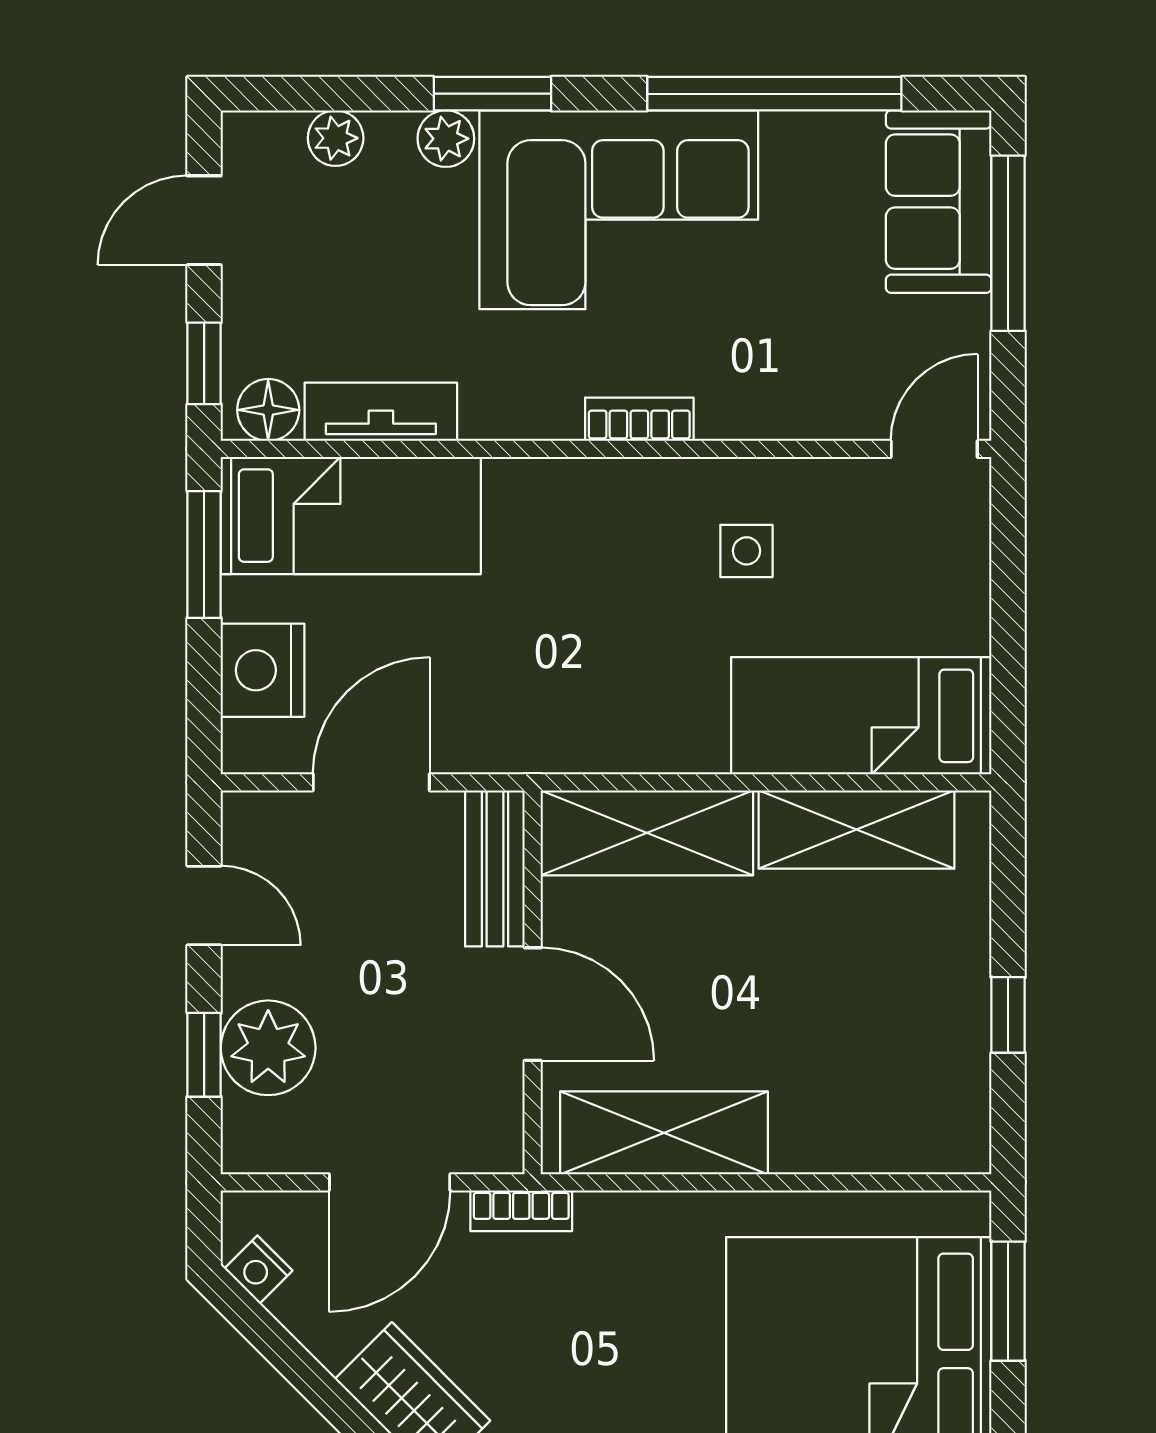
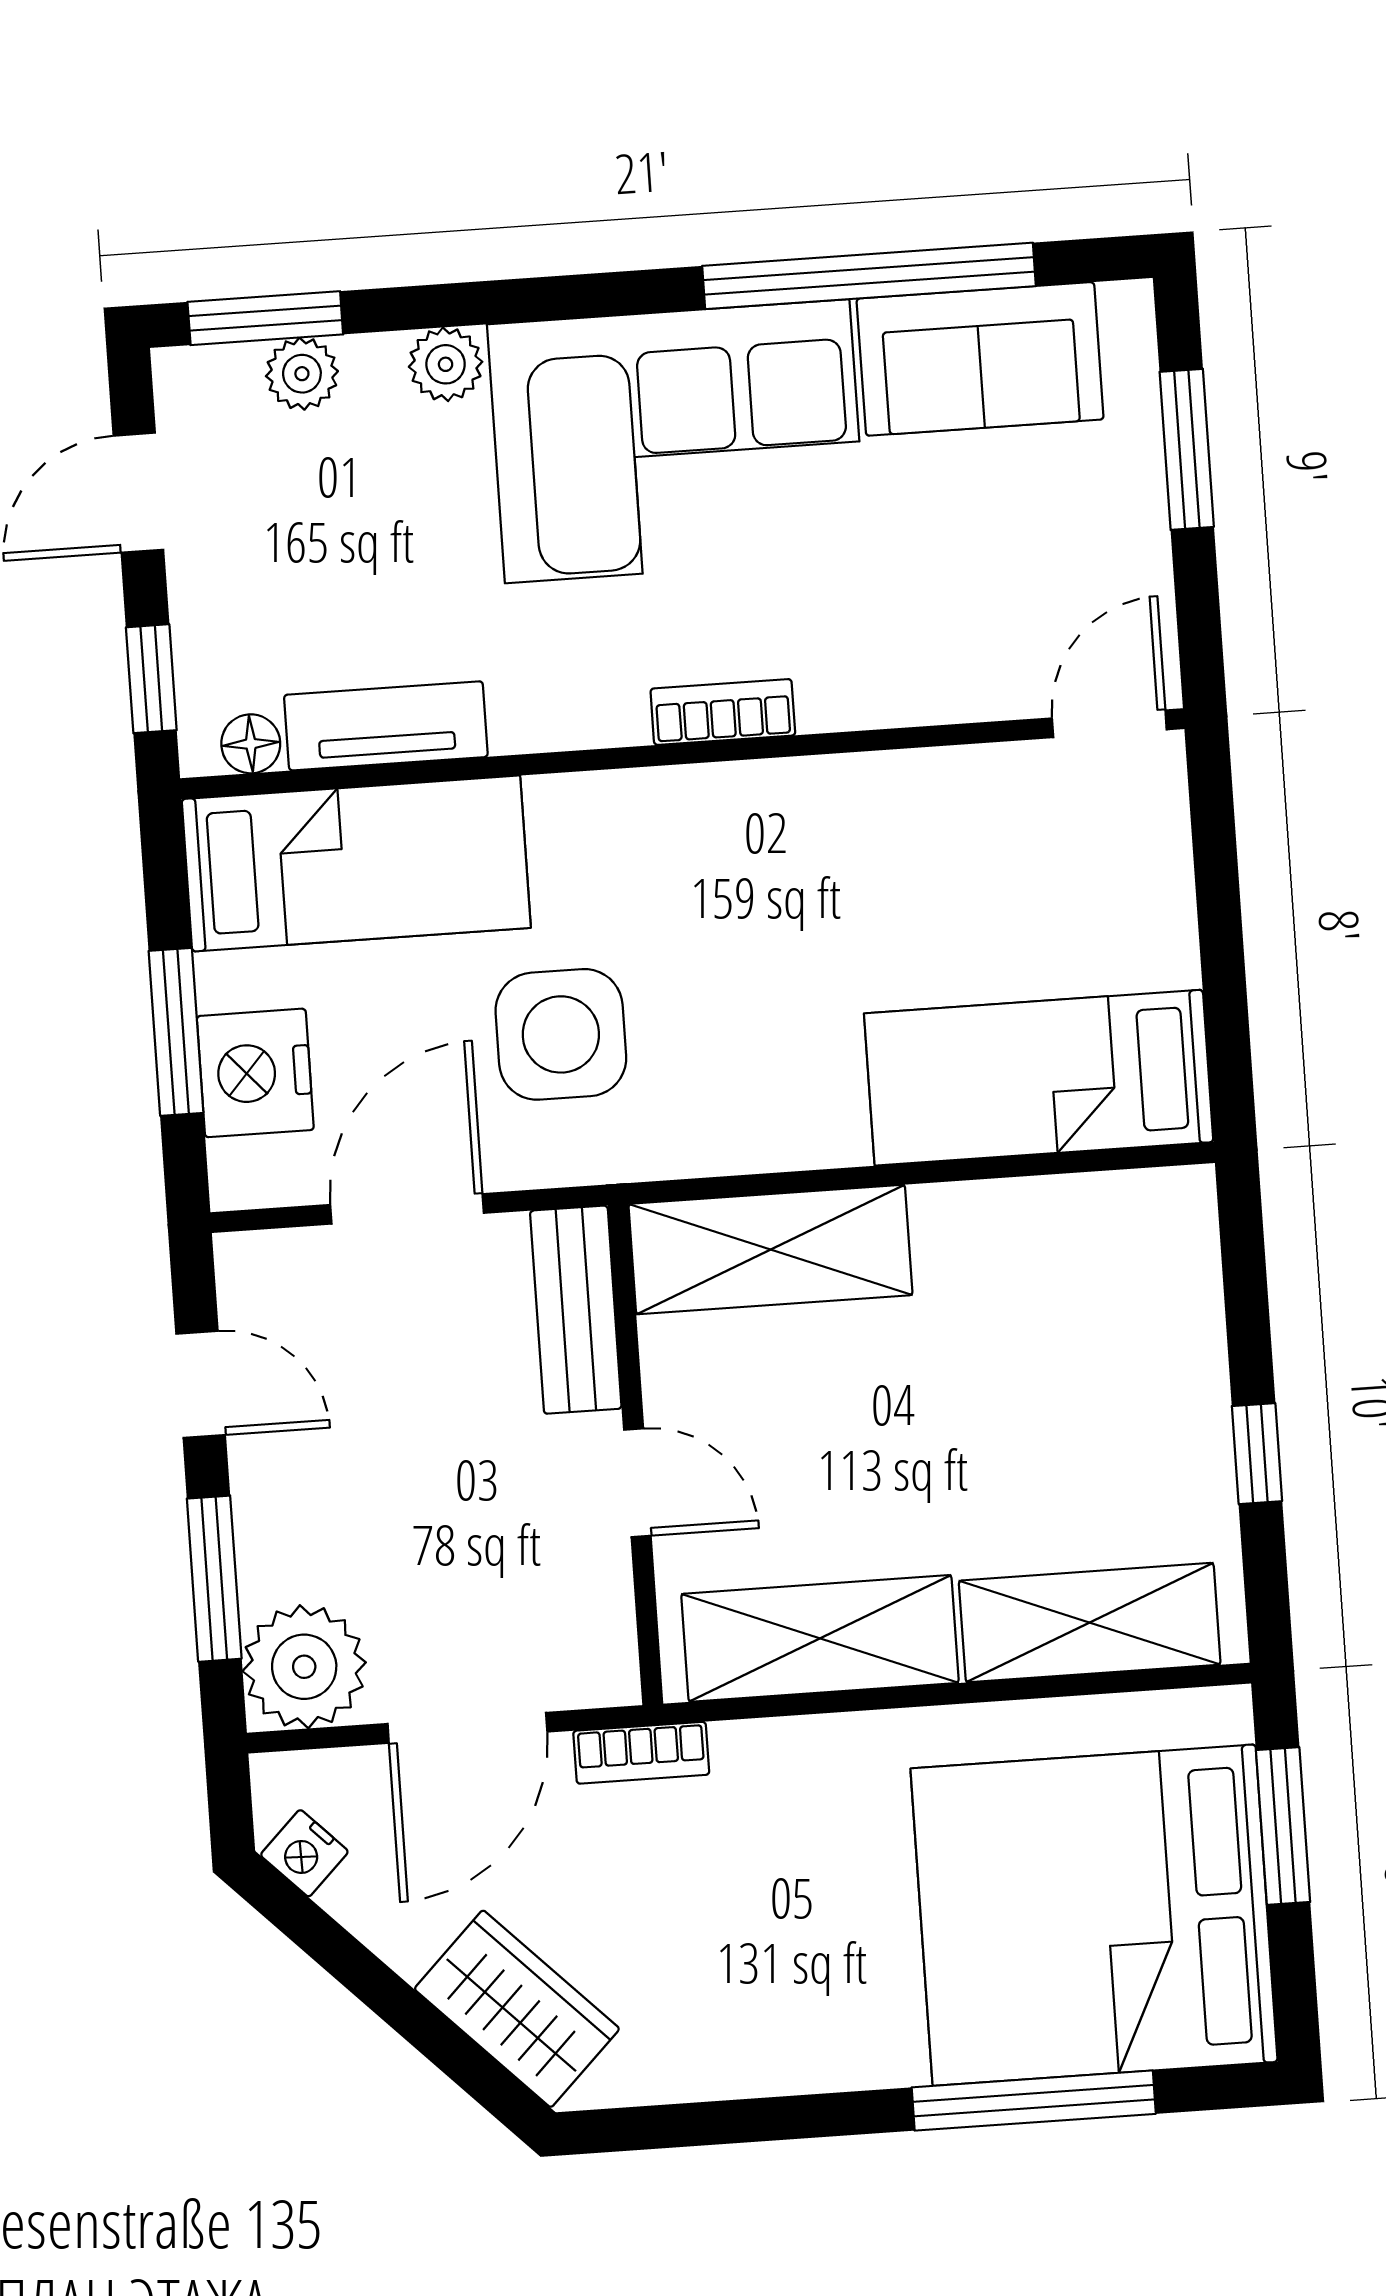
window: (492, 94) -> (265, 318), moved
sofa: (939, 202) -> (980, 359), moved, turned -90
window: (1008, 243) -> (1187, 449), width x0.69
floor lamp: (268, 410) -> (251, 744), width x0.73, depth x0.73
side table: (746, 551) -> (561, 1034), moved, width x1.87, depth x1.87
window: (204, 555) -> (176, 1032), moved
shelving: (856, 829) -> (1090, 1623), moved
door: (533, 1004) -> (637, 1483), width x0.73
plant: (268, 1048) -> (304, 1667), moved
window: (204, 1055) -> (214, 1579), width x1.50

